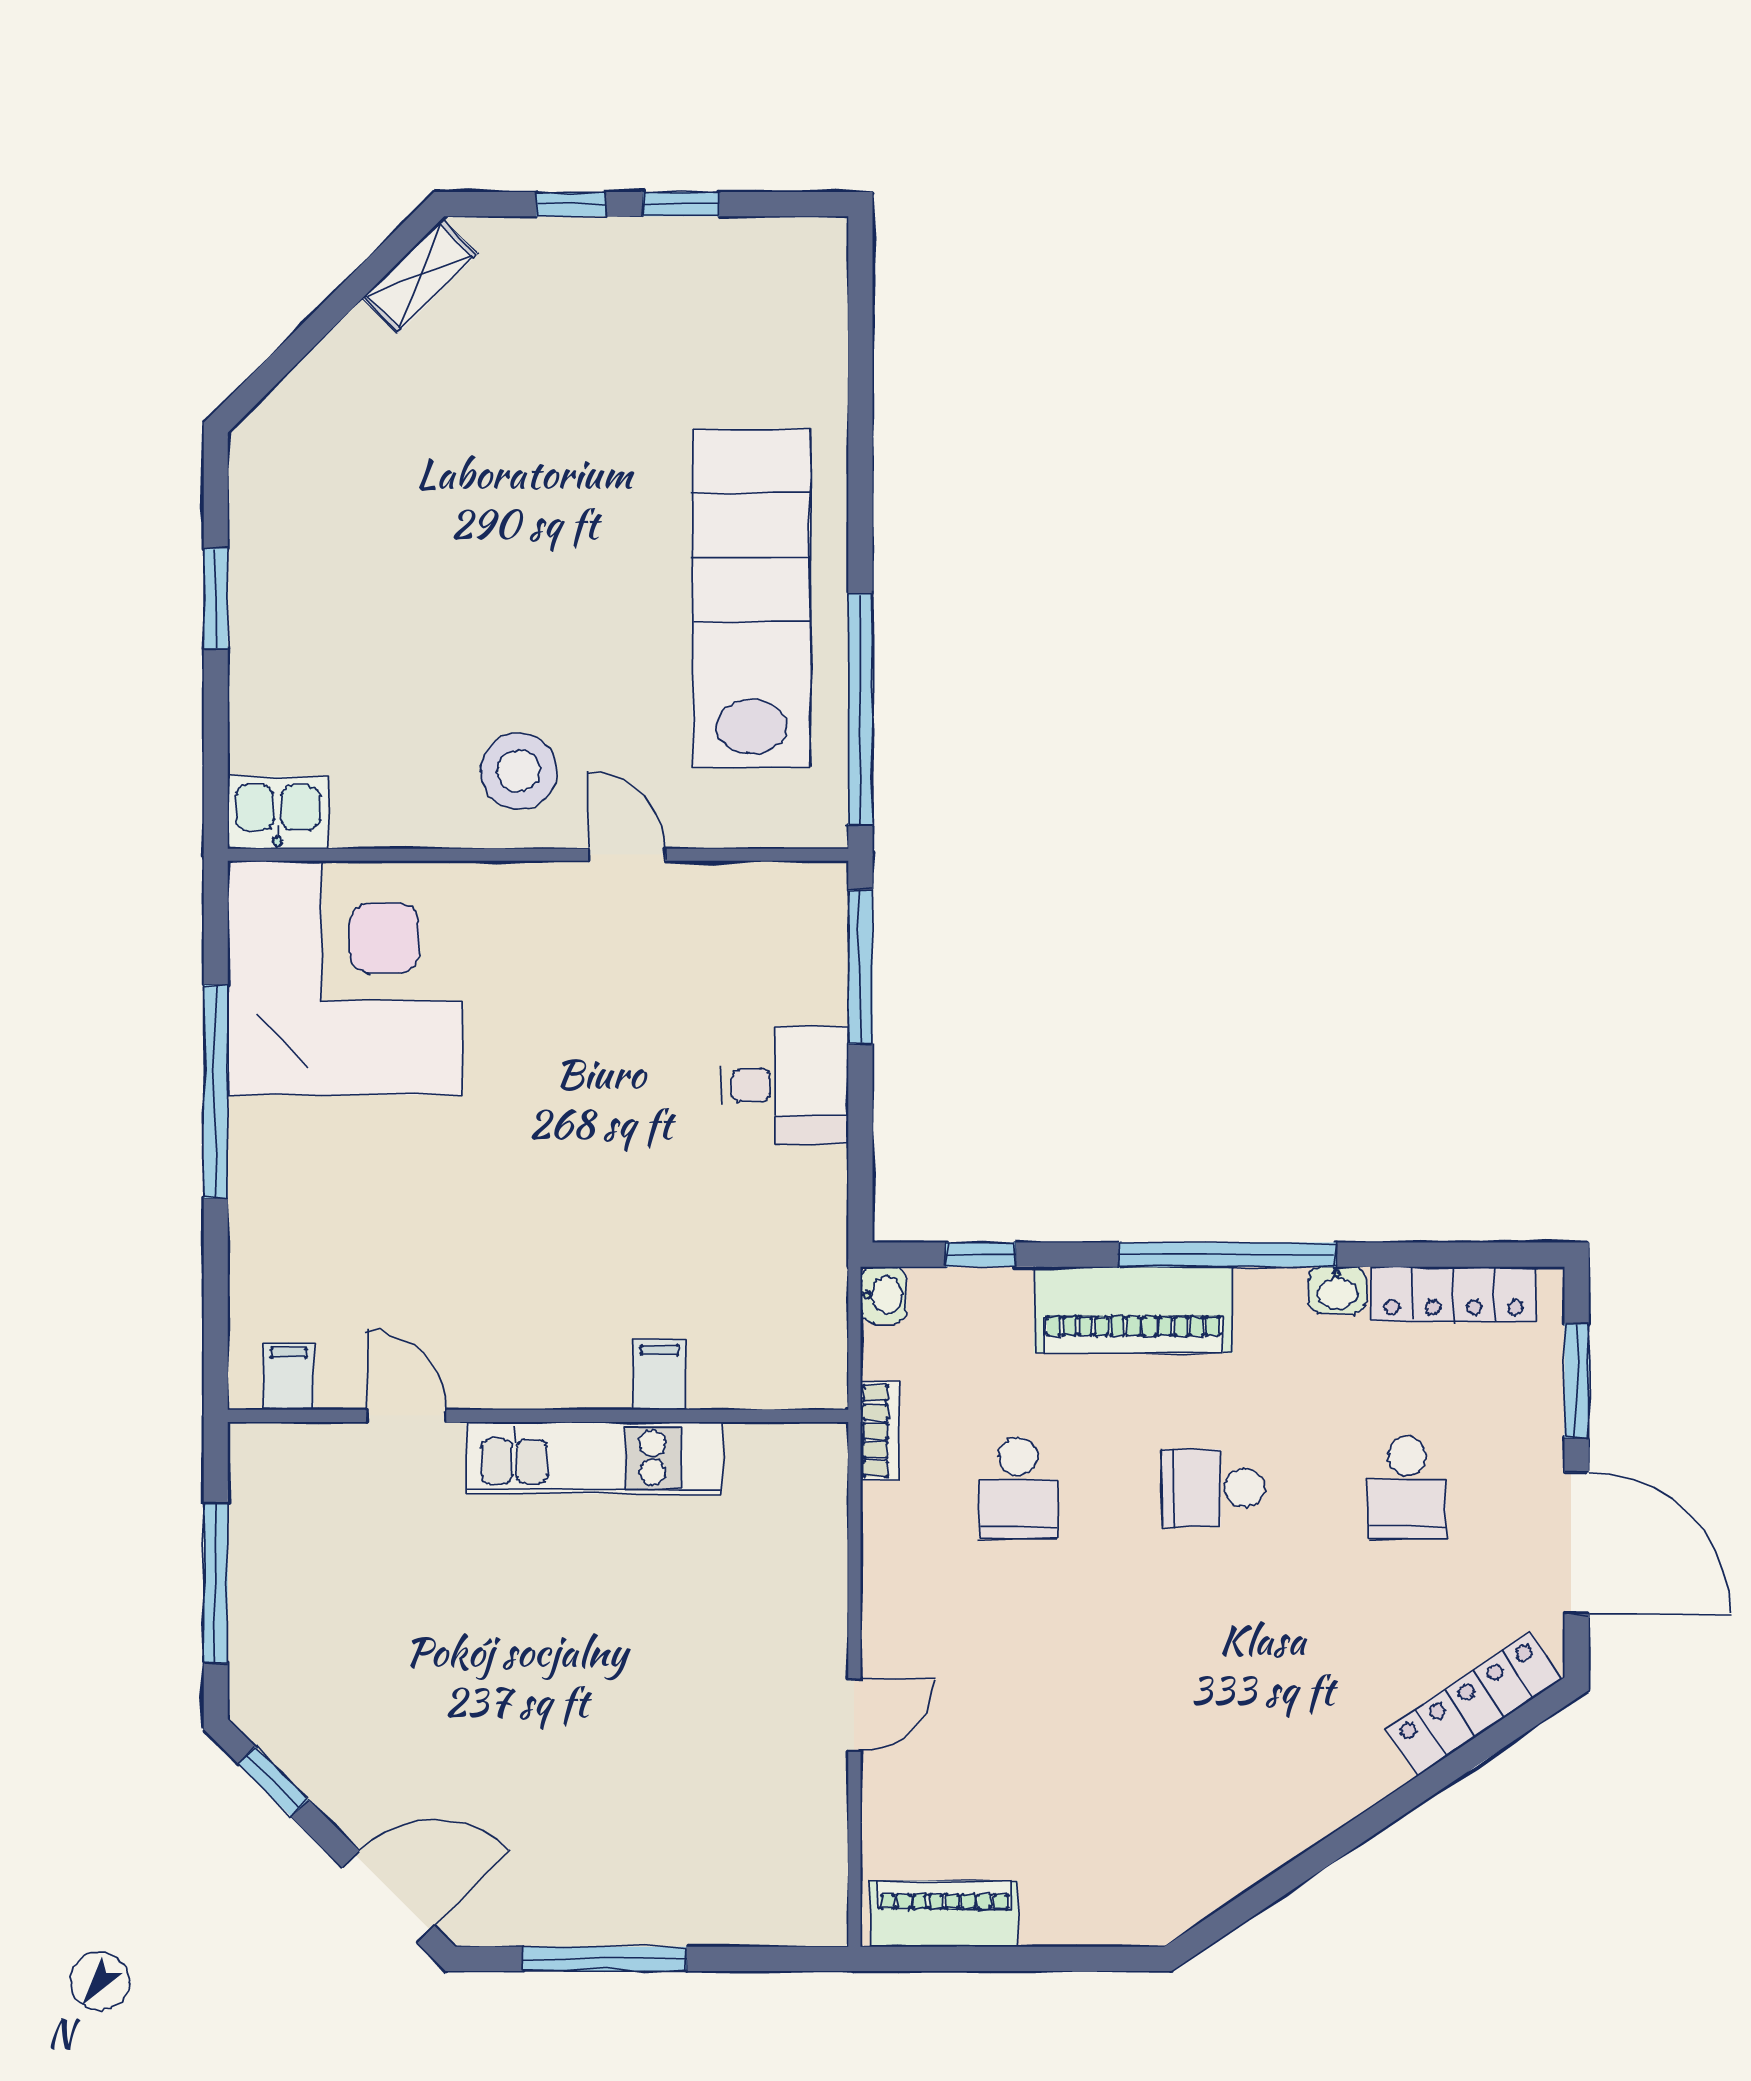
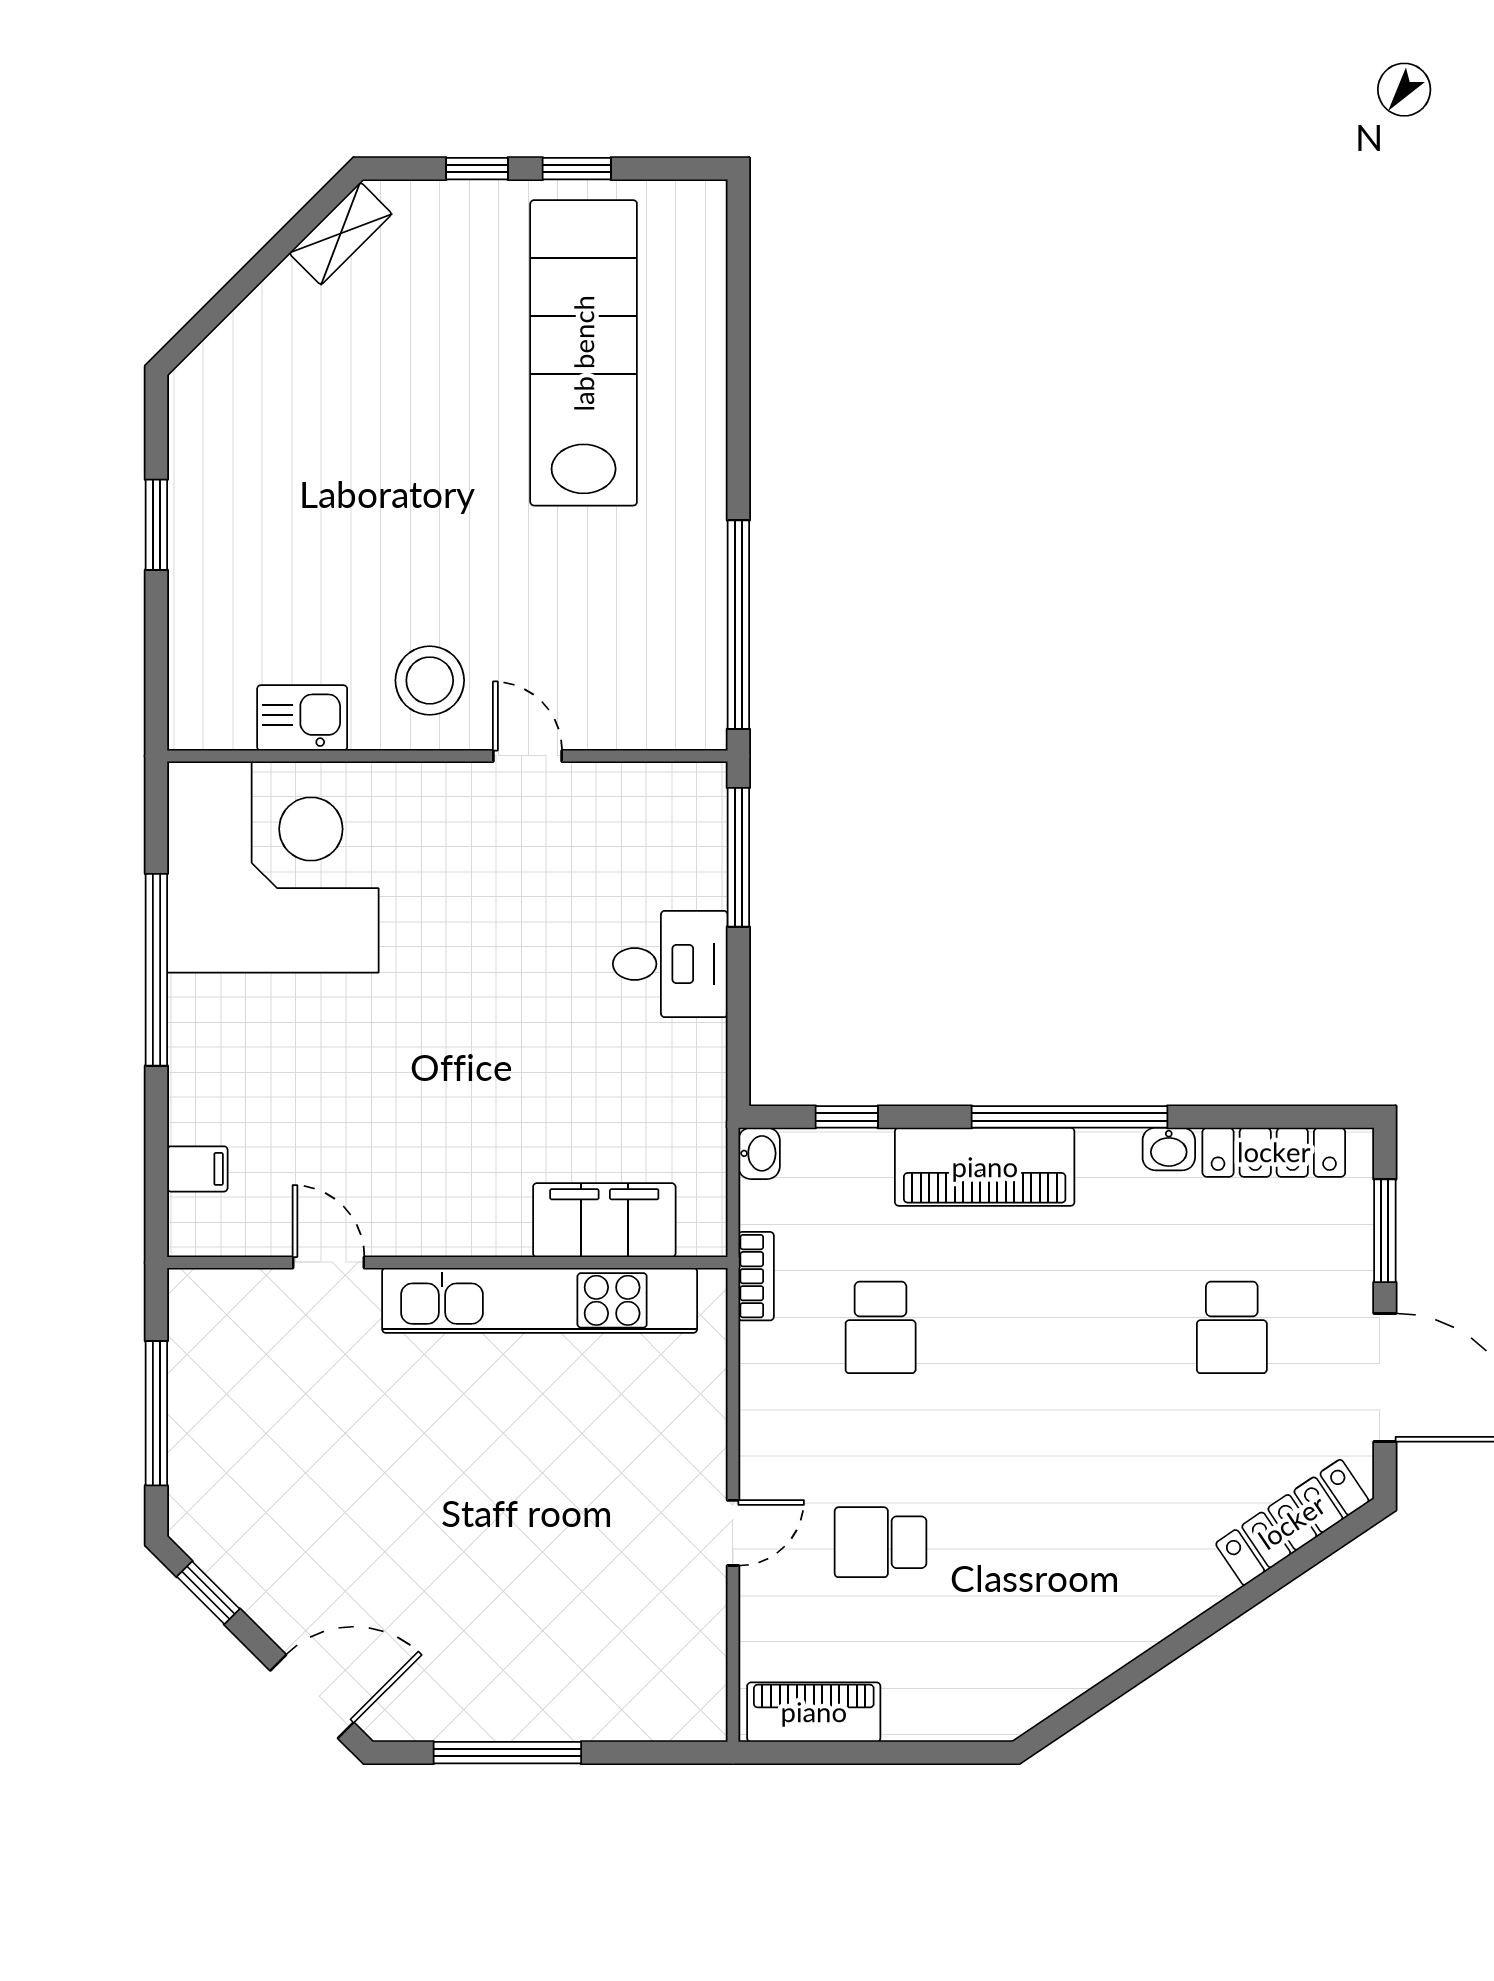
lab bench: (751, 598) -> (584, 353), moved
kitchen sink: (278, 813) -> (302, 718), moved
filing cabinet: (659, 1375) -> (604, 1220), width x3.00, depth x1.17
filing cabinet: (289, 1376) -> (197, 1169), moved, turned 90
kitchen unit: (594, 1458) -> (540, 1300), width x1.36
school desk: (1213, 1488) -> (881, 1542), moved

